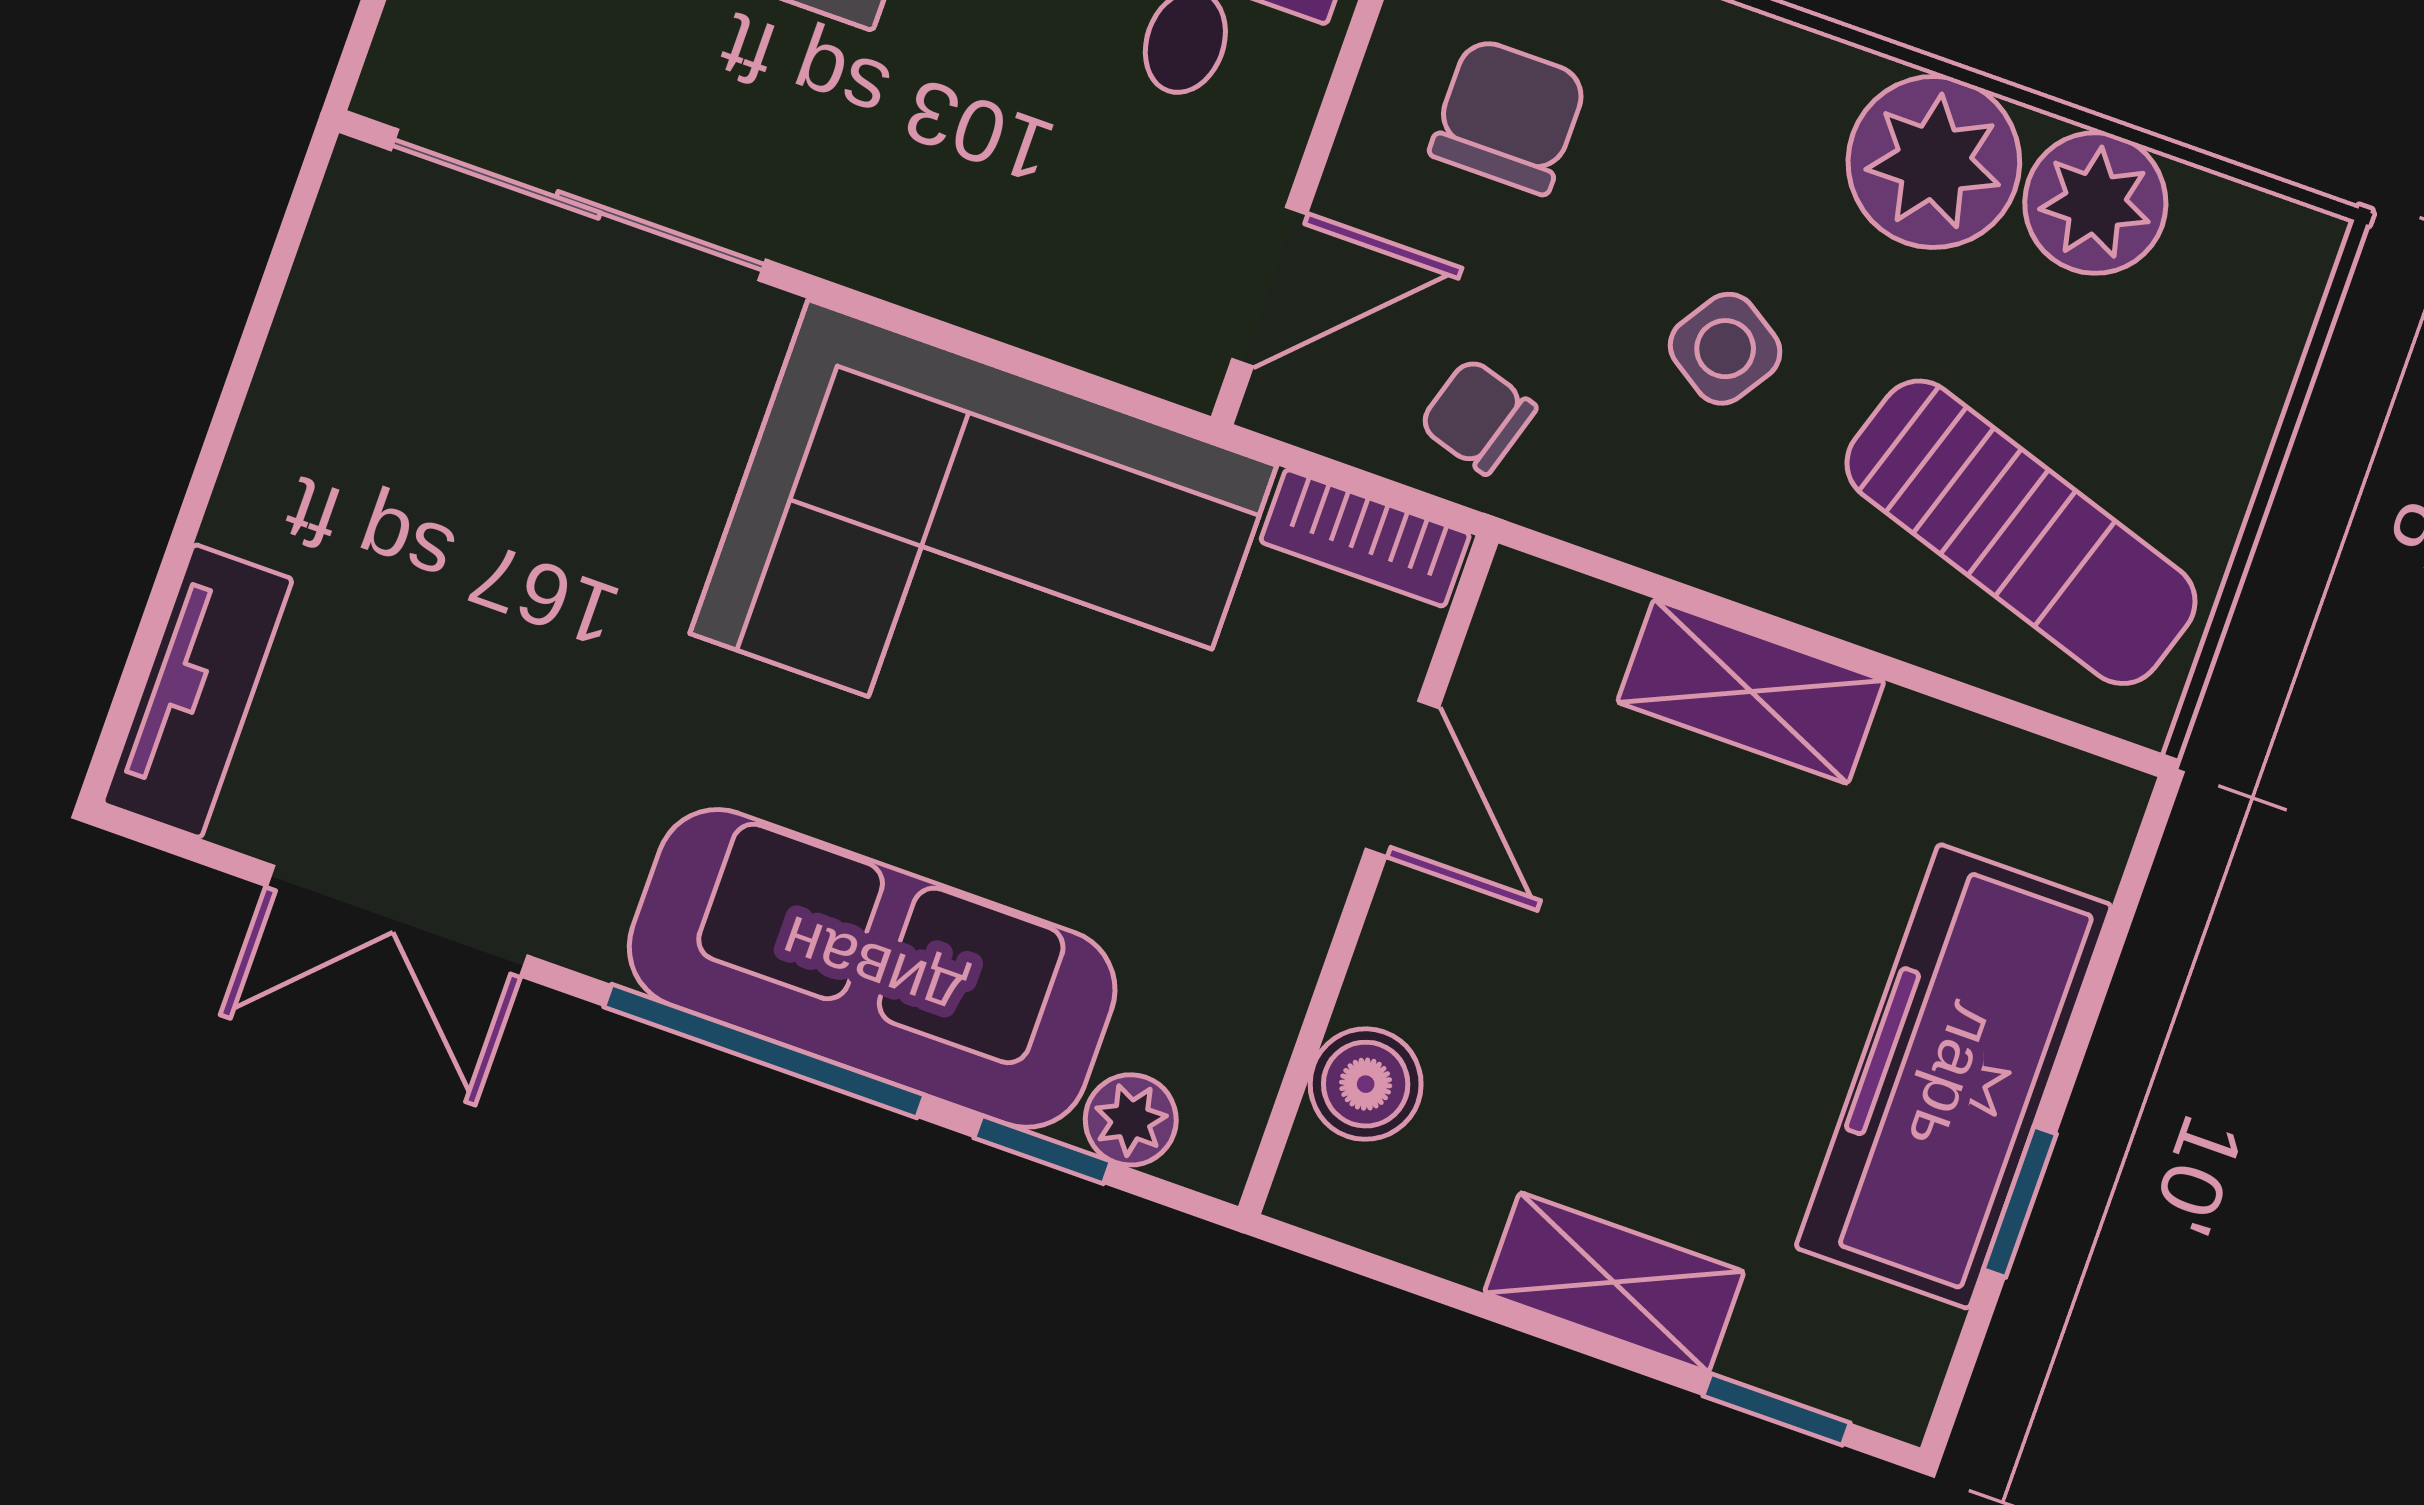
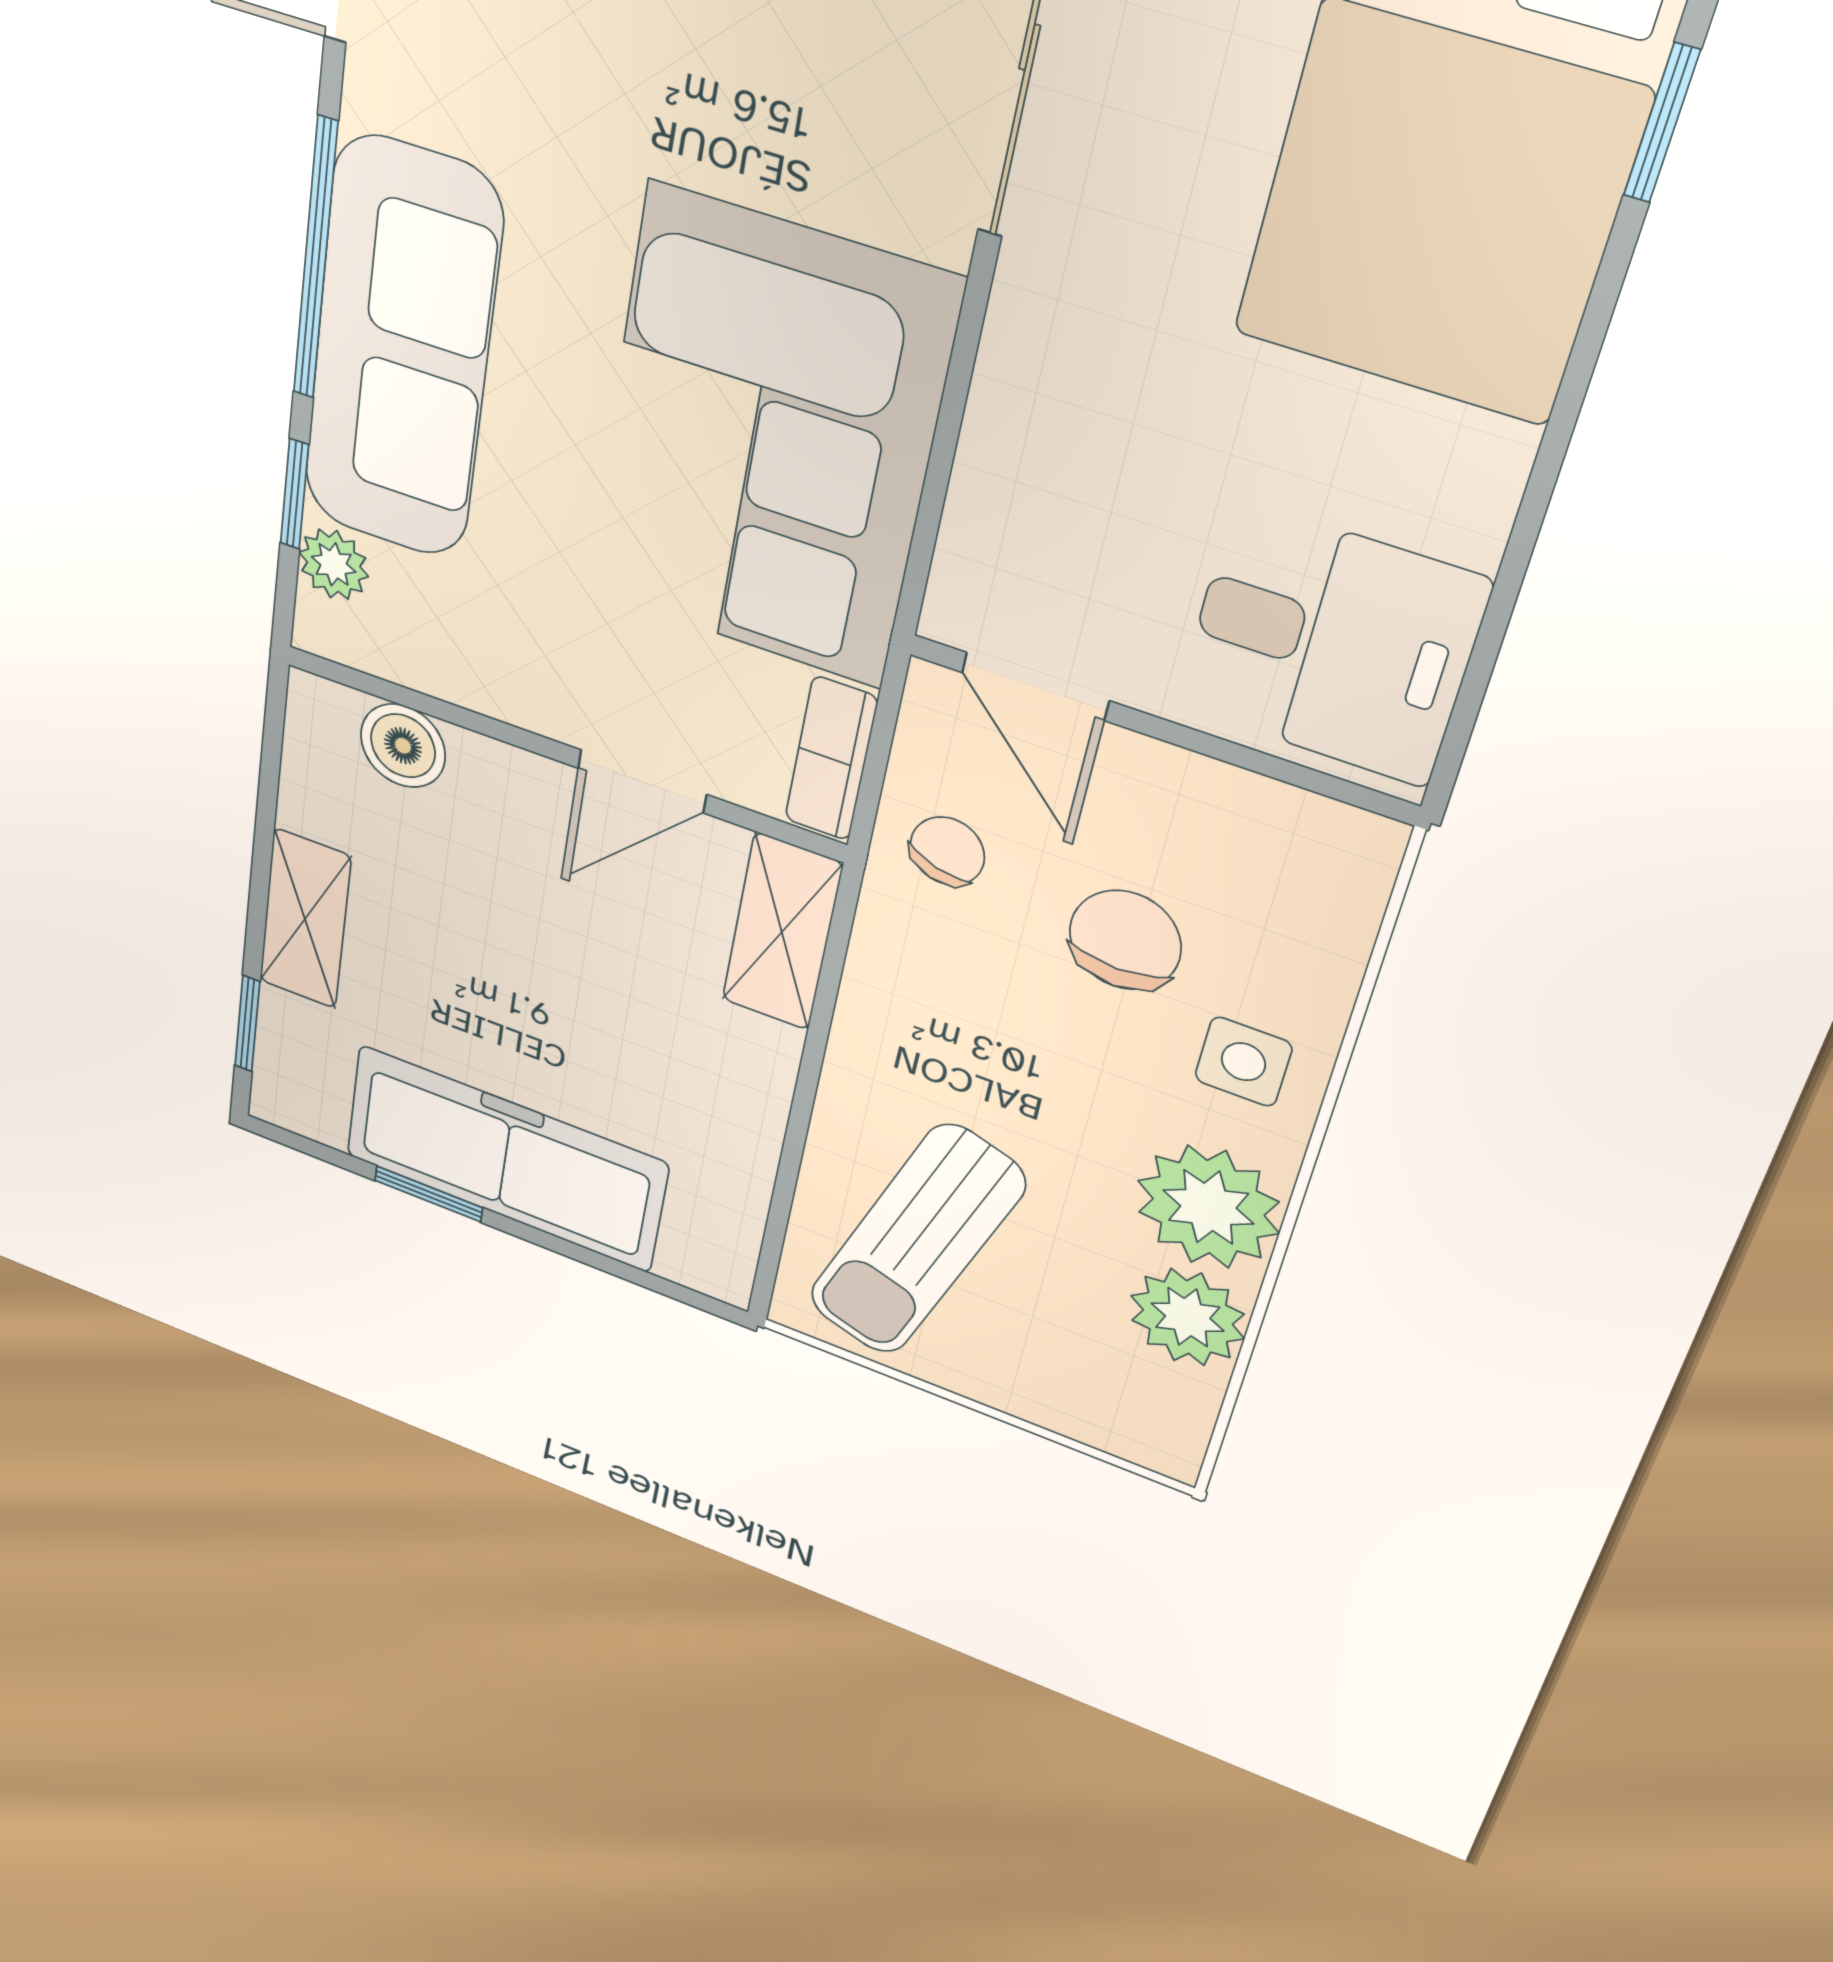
chair: (1508, 116) -> (1125, 940), moved, turned -90
side table: (1725, 349) -> (1243, 1062), moved, turned -33
shelving: (1751, 691) -> (782, 932), moved

